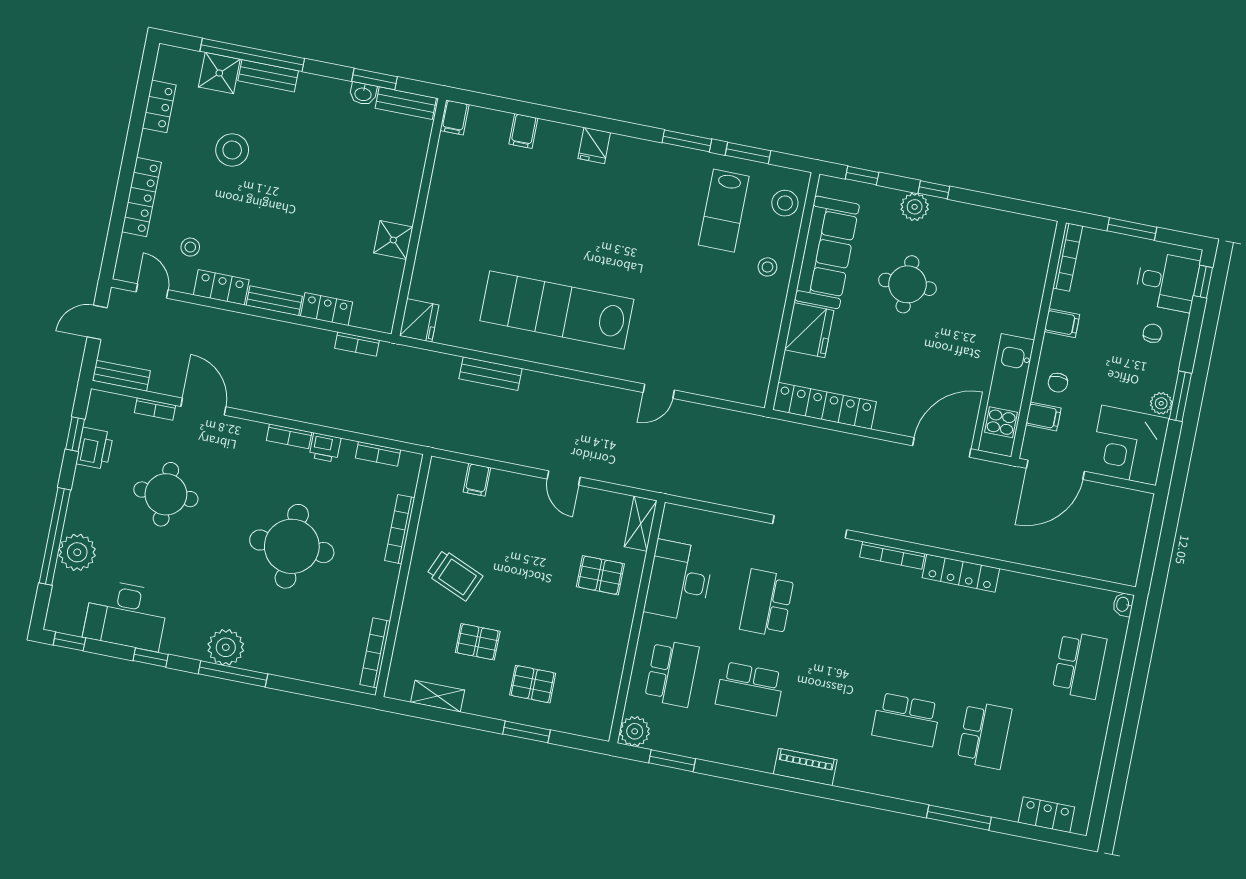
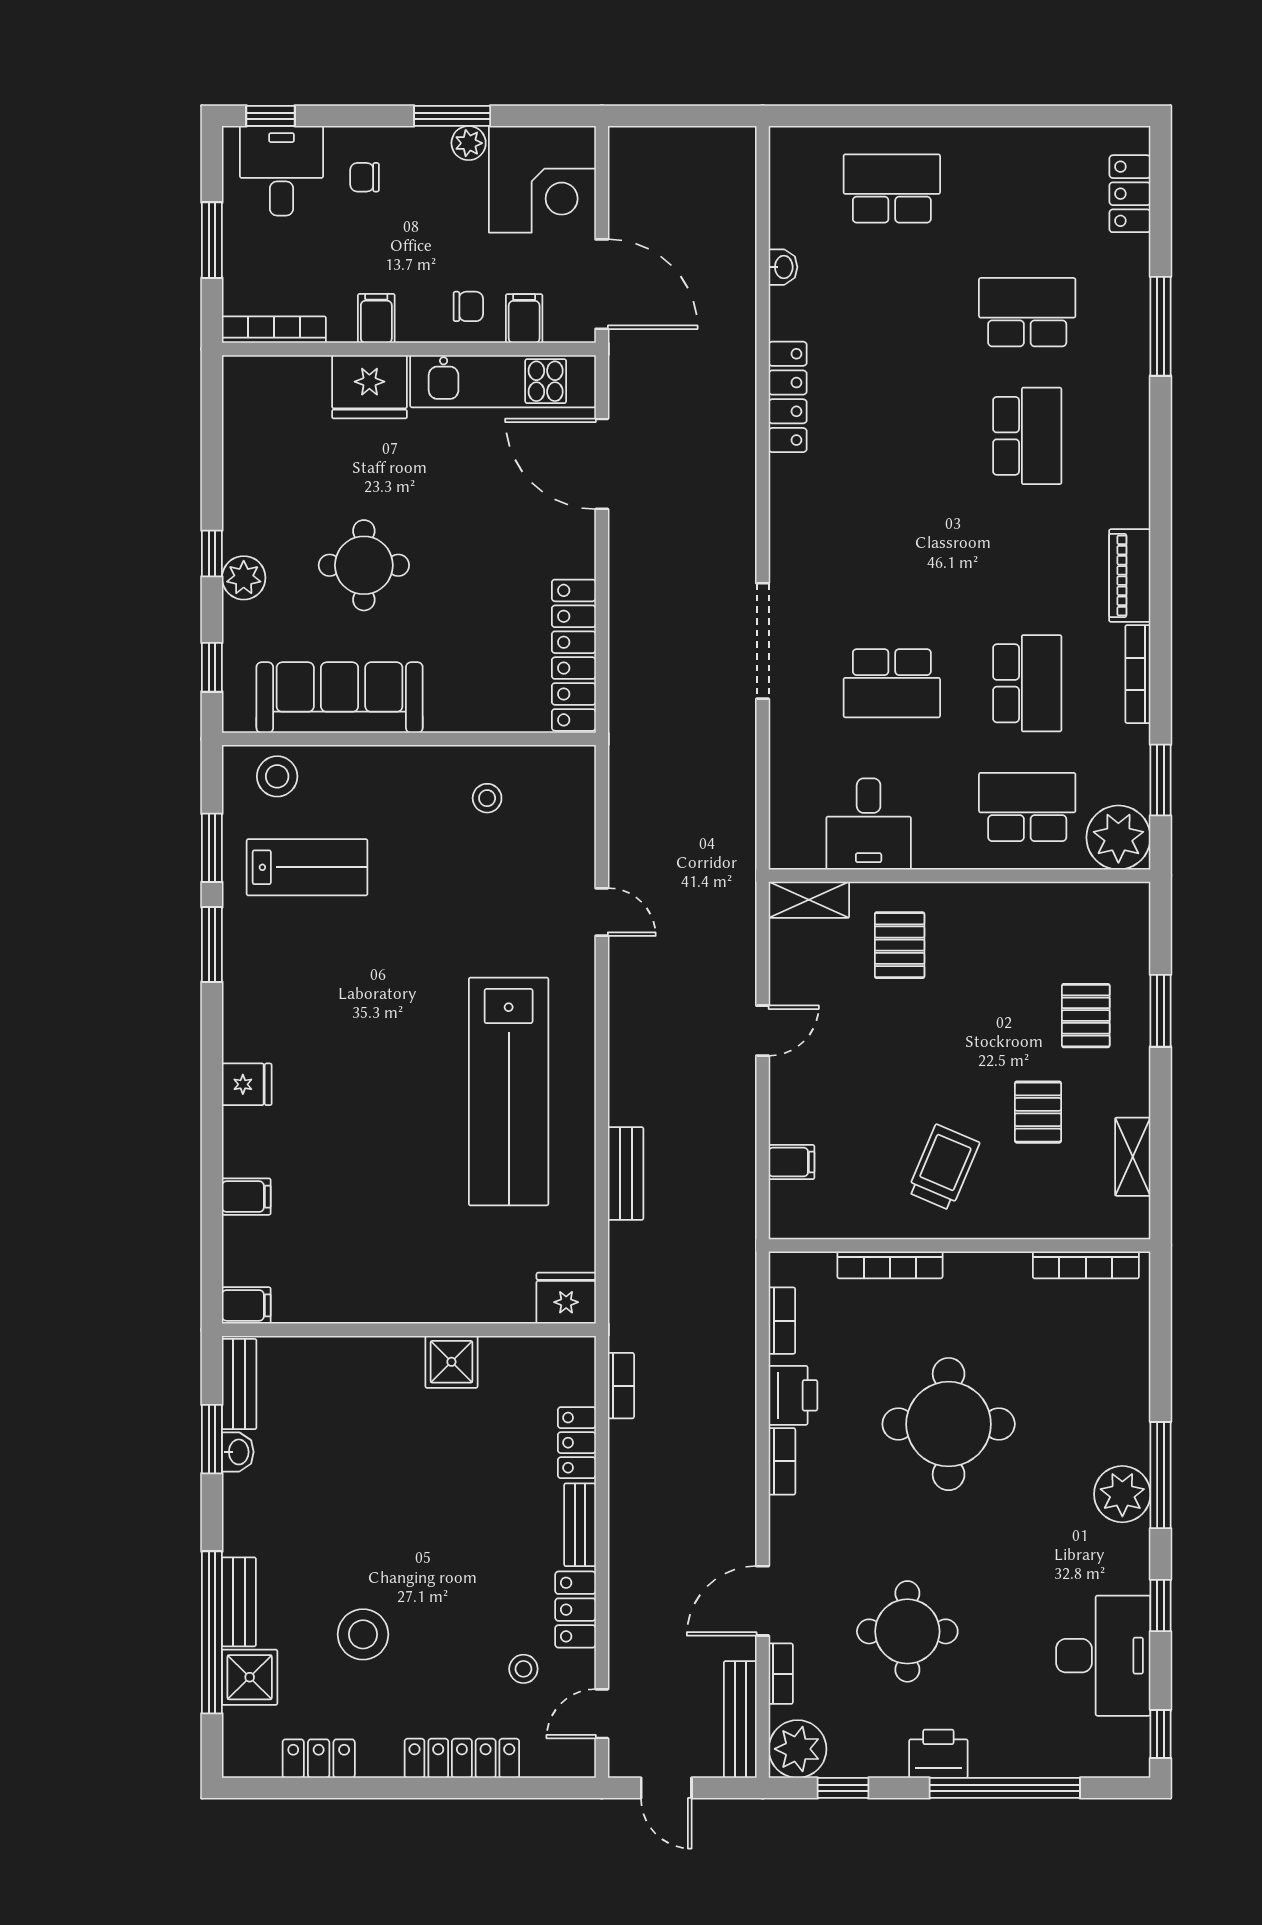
stool: (767, 267) -> (487, 798), moved
fridge: (809, 330) -> (369, 387), moved, turned 180
bench: (121, 376) -> (740, 1719), width x1.36
printer: (95, 448) -> (938, 1754), moved
printer: (325, 448) -> (793, 1395), width x1.36, depth x1.24
plant: (77, 552) -> (798, 1749), moved
bookcase: (892, 555) -> (1138, 674), moved, turned 180
desk: (679, 581) -> (869, 824), width x0.73
washbasin: (1123, 604) -> (783, 267), moved, turned -90
plant: (635, 731) -> (1118, 837), width x1.36, depth x1.36

